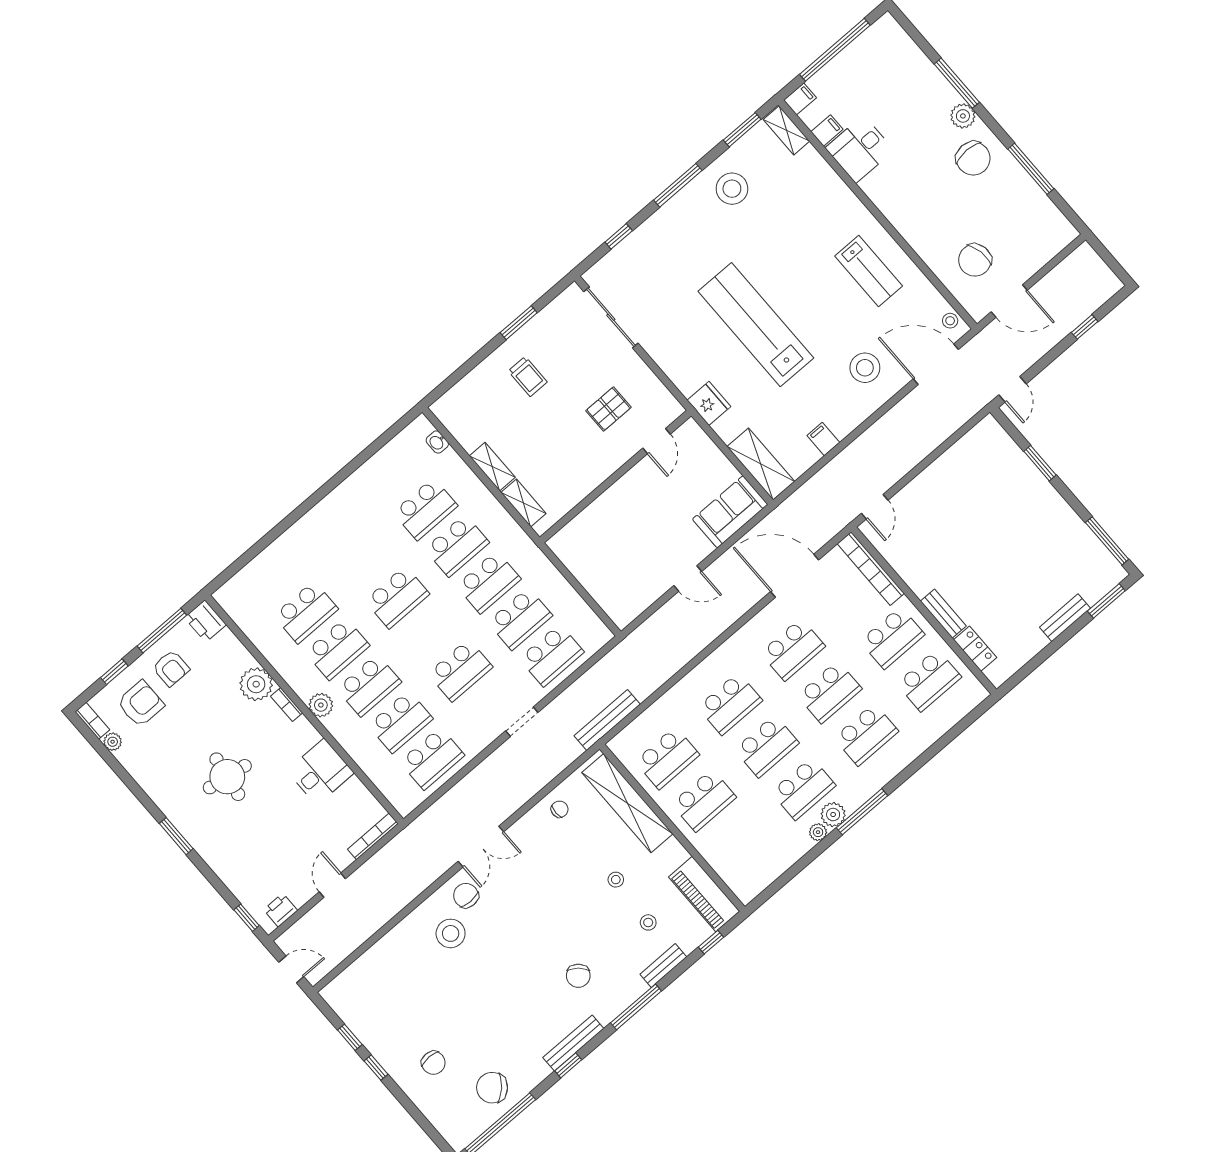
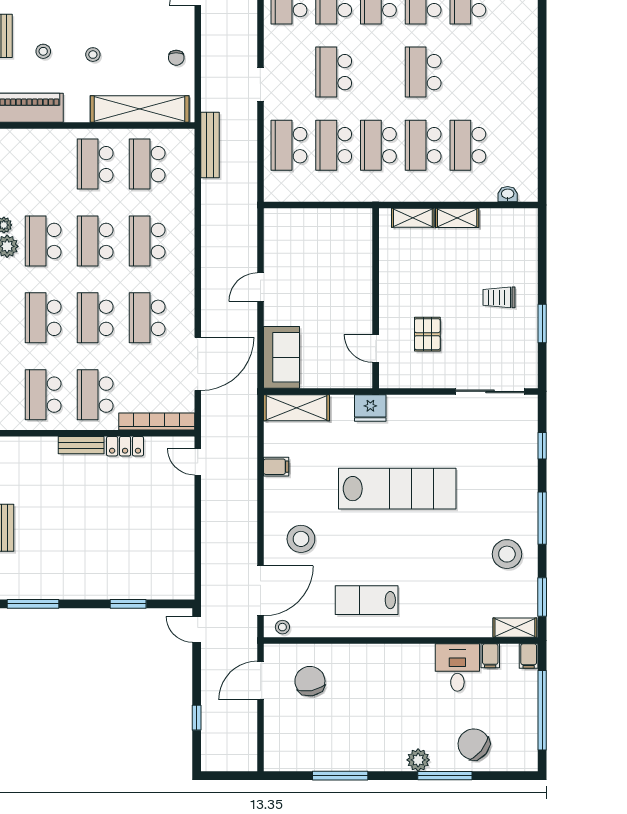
chair: (973, 158) -> (474, 744), moved, turned 39
locker: (975, 649) -> (125, 446), moved

